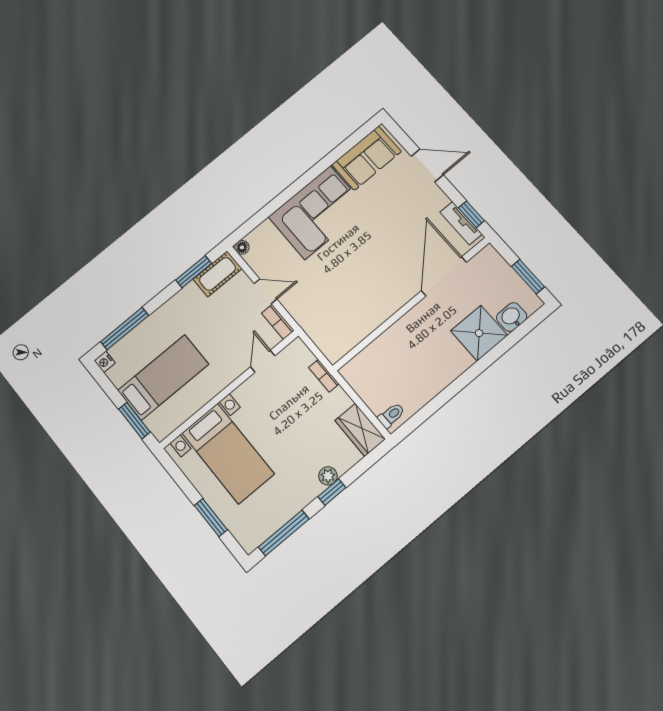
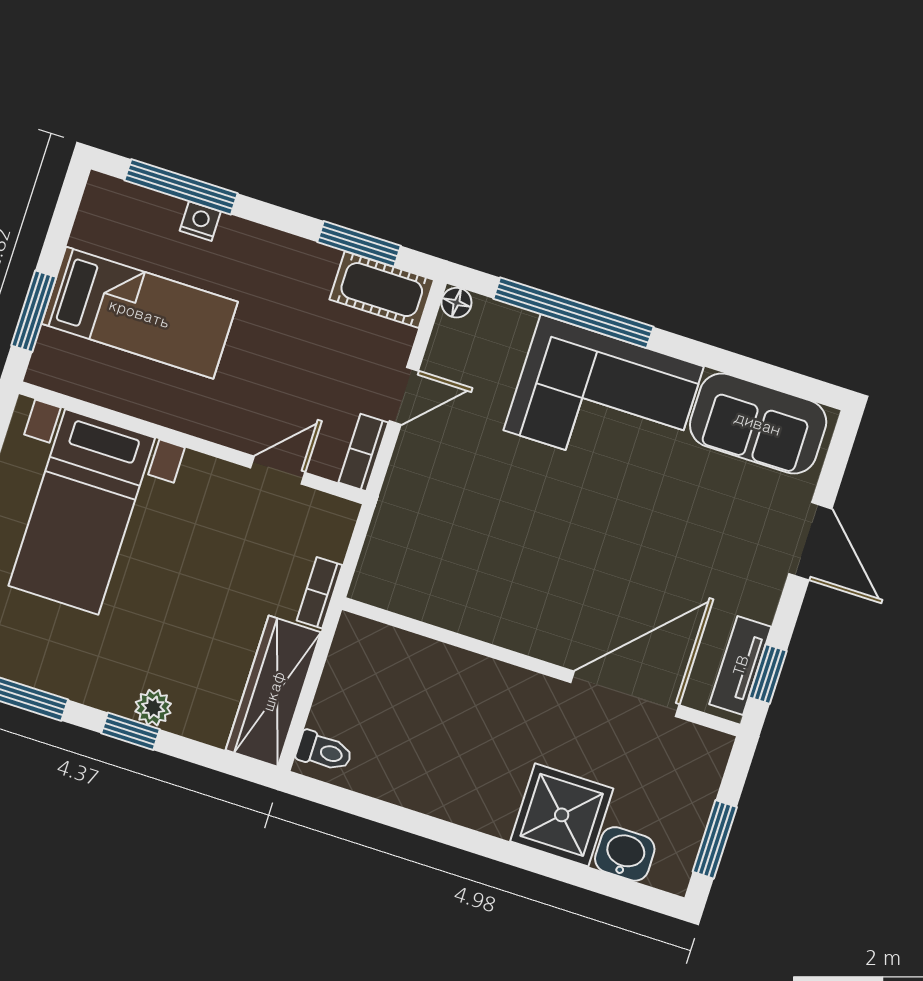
window: (276, 204) -> (573, 313), added
door: (265, 291) -> (404, 396), hinge flipped
nightstand: (105, 362) -> (200, 221), moved, turned 90
wardrobe: (360, 430) -> (273, 691), width x1.50

